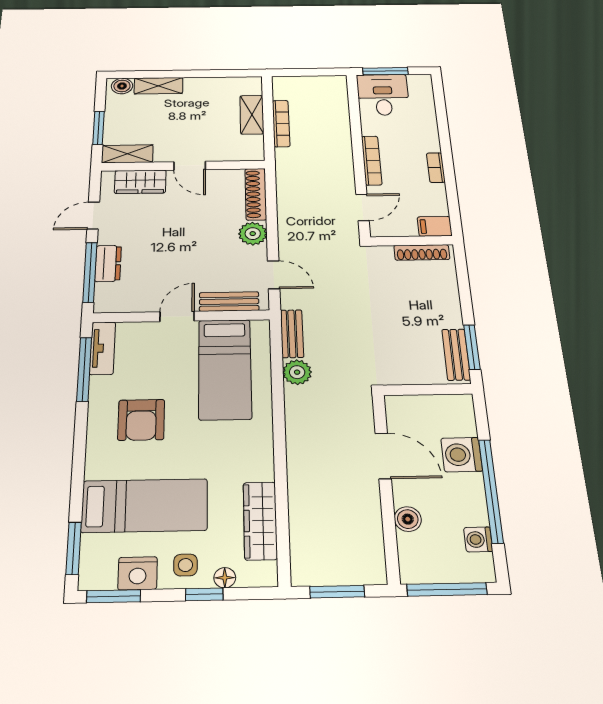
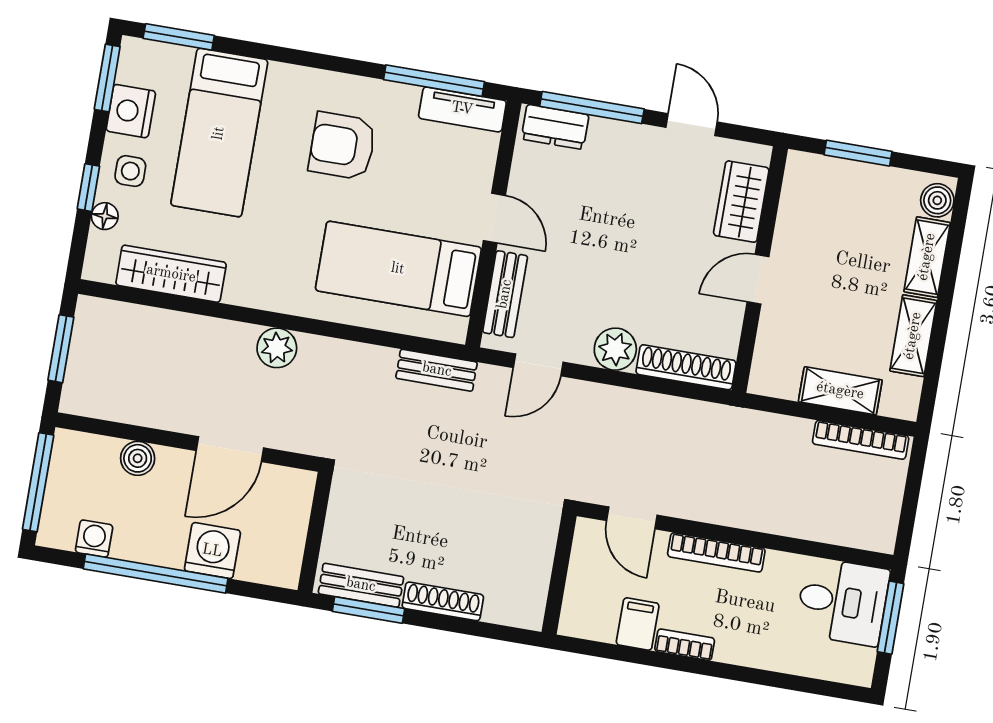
bookcase: (281, 123) -> (861, 440), moved
shelving: (127, 154) -> (913, 336), moved
filing cabinet: (435, 226) -> (638, 624), moved
shoe rack: (422, 252) -> (443, 601), moved, turned 90
dresser: (108, 263) -> (555, 127), moved
plant: (297, 372) -> (277, 348), moved

